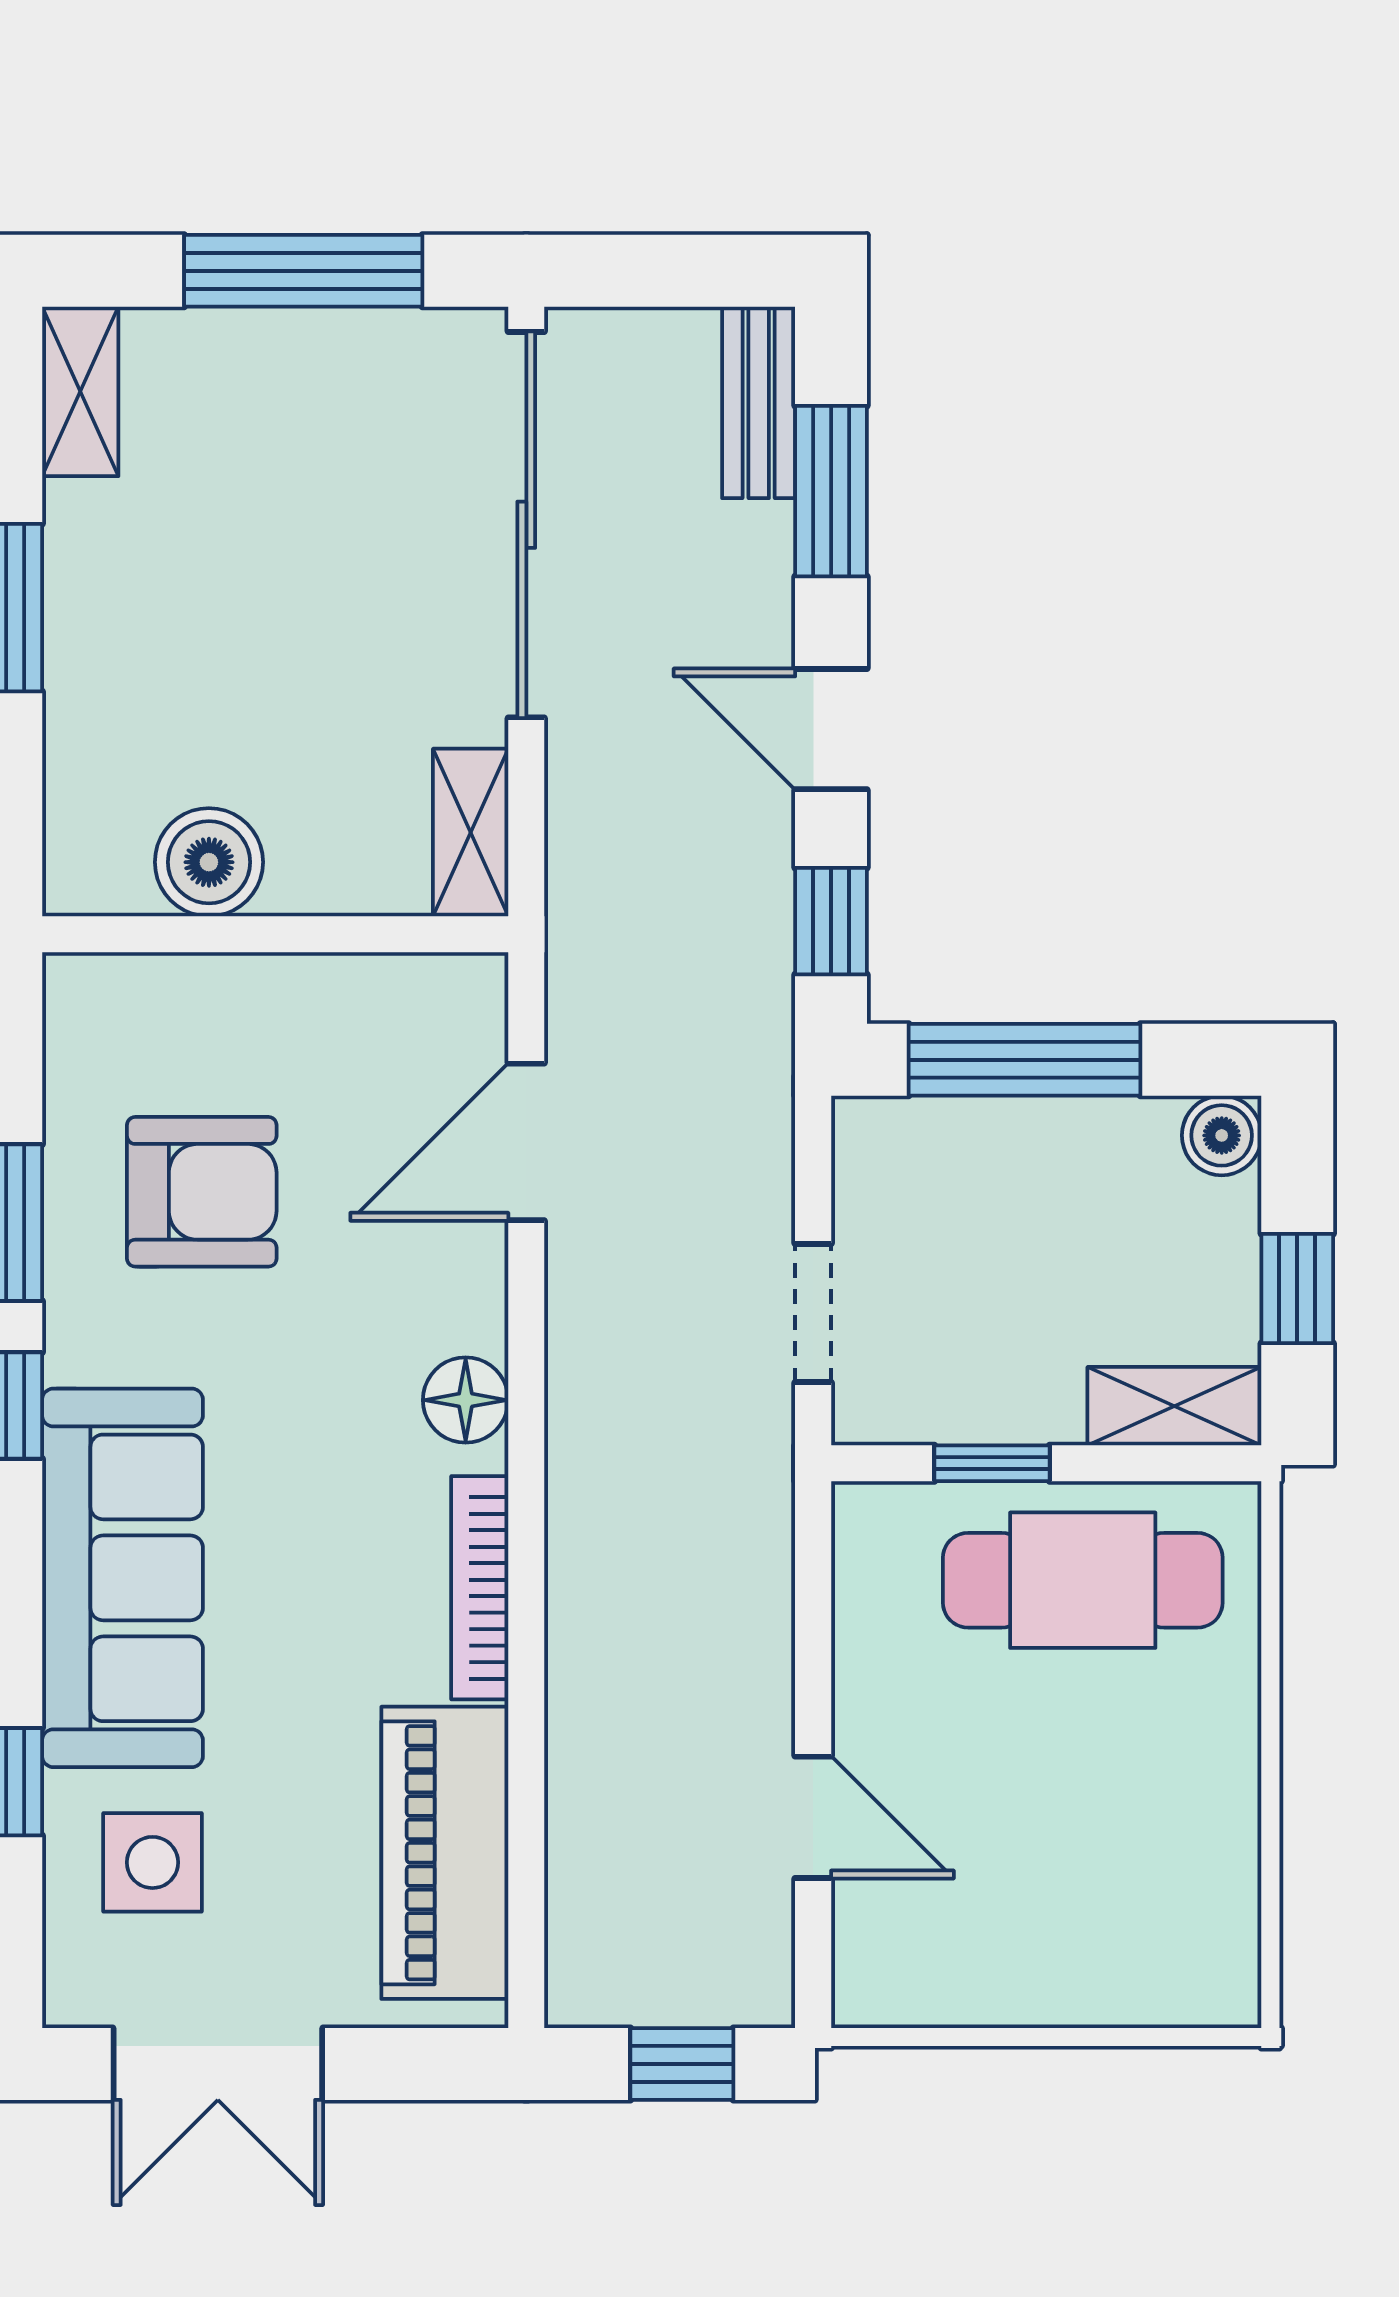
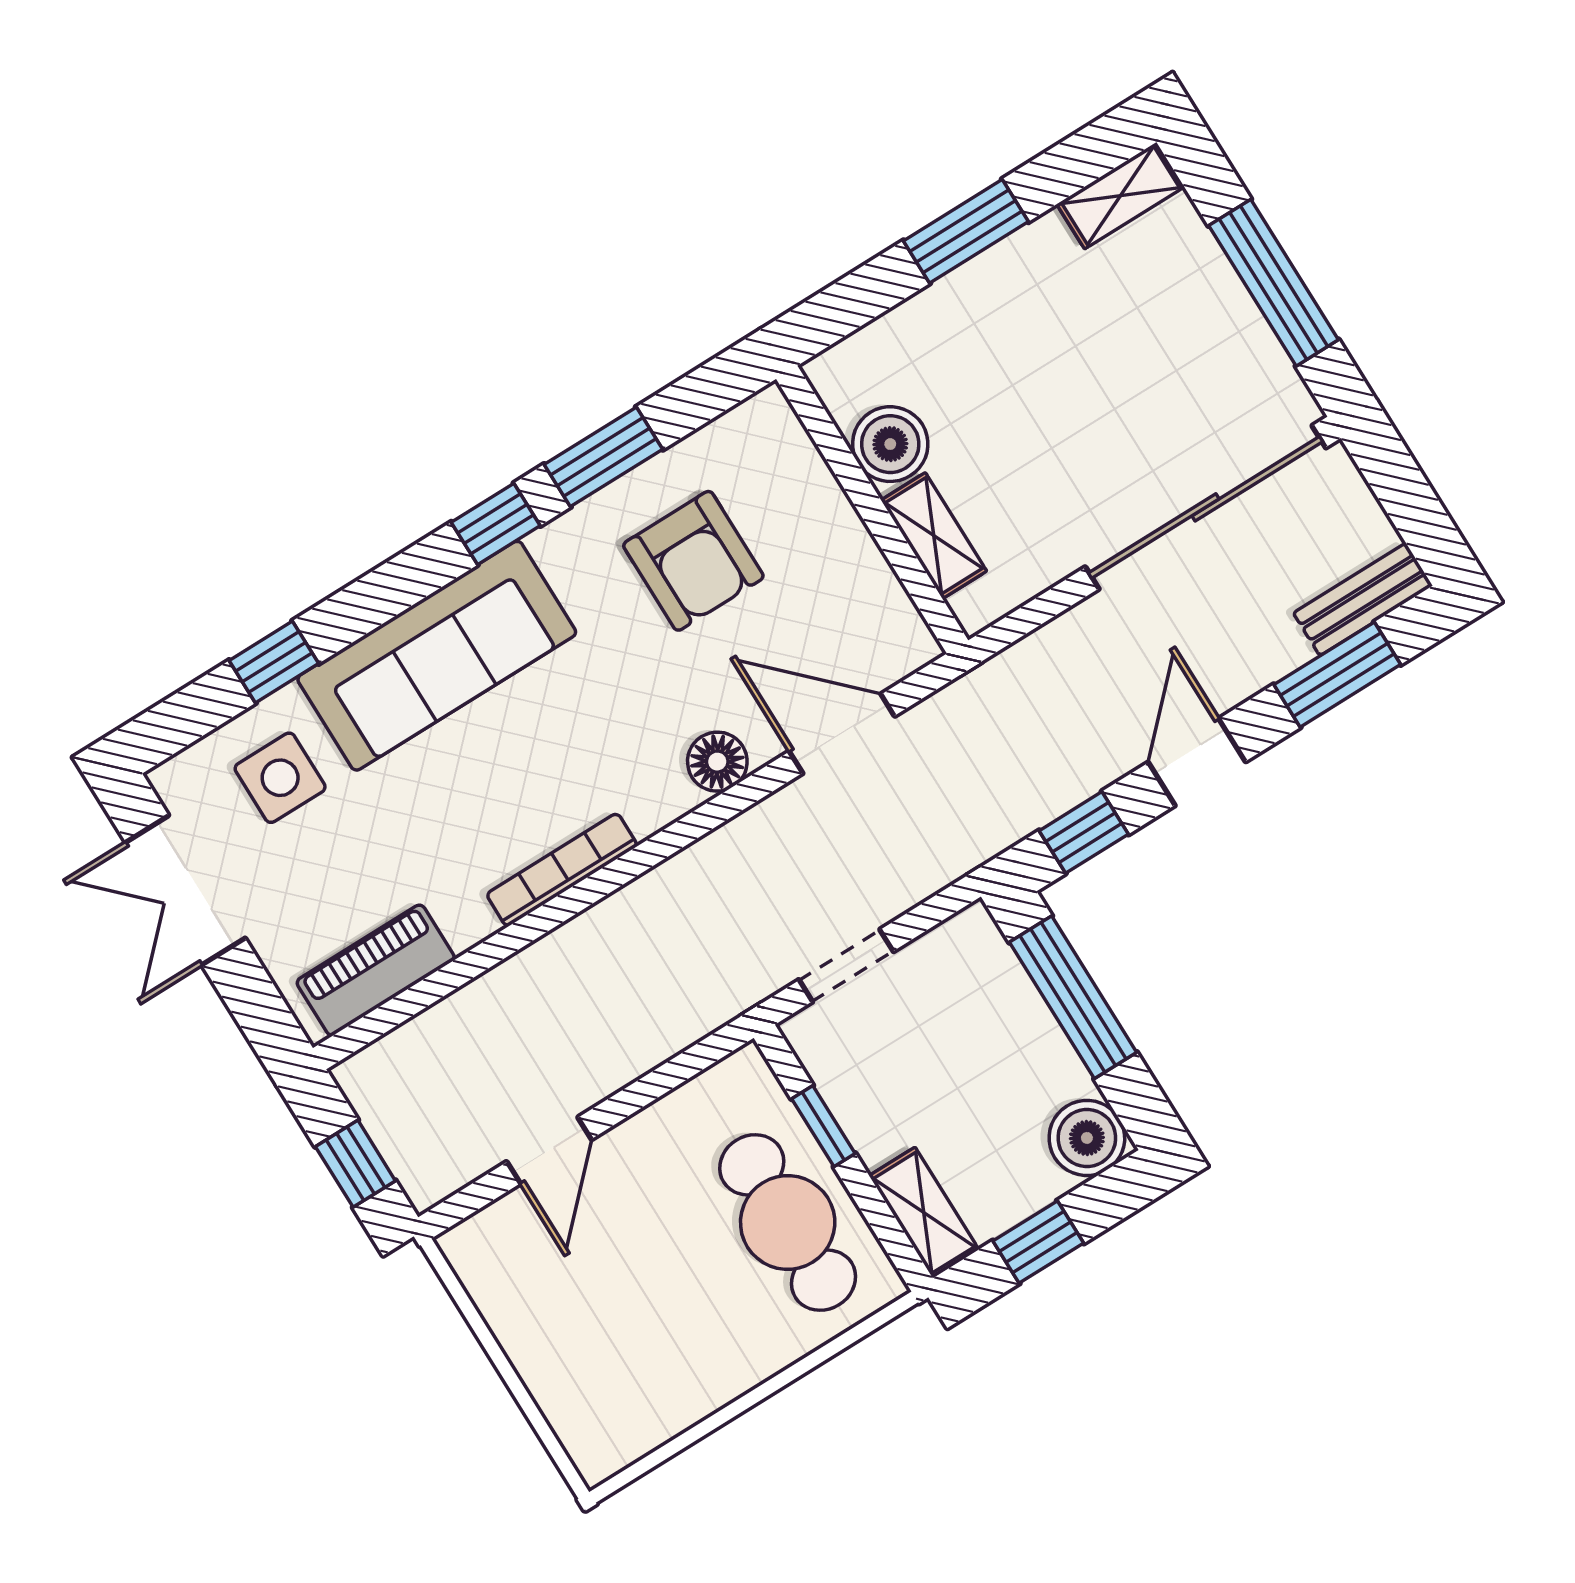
shelving: (471, 832) -> (934, 536), moved, turned 90
boiler: (1222, 1135) -> (1087, 1138), width x1.36, depth x1.36
floor lamp: (466, 1400) -> (717, 762), moved
piano: (445, 1853) -> (376, 970), width x0.73, depth x0.75

